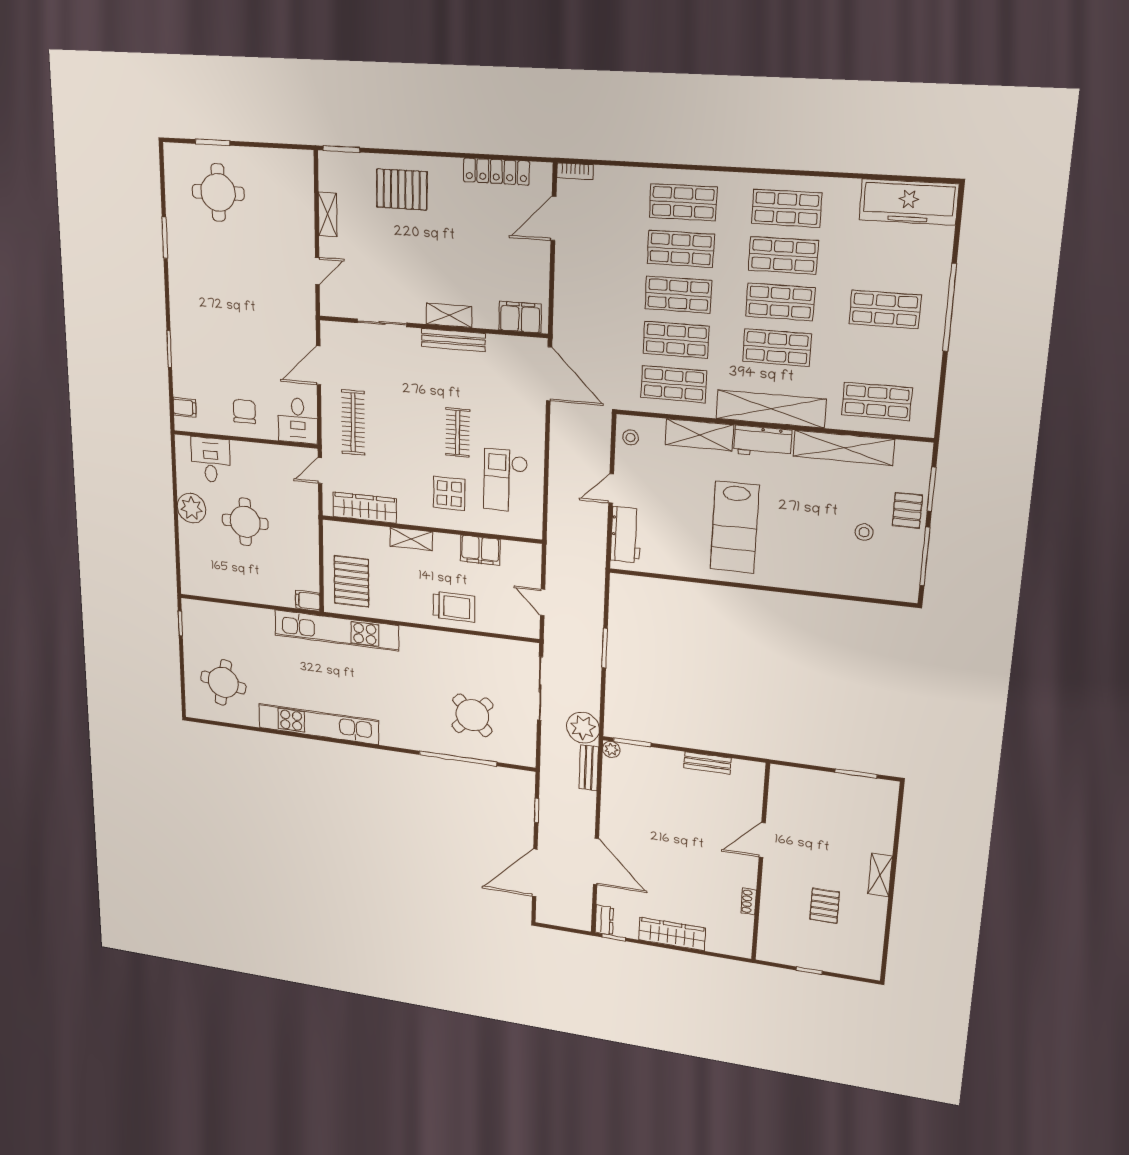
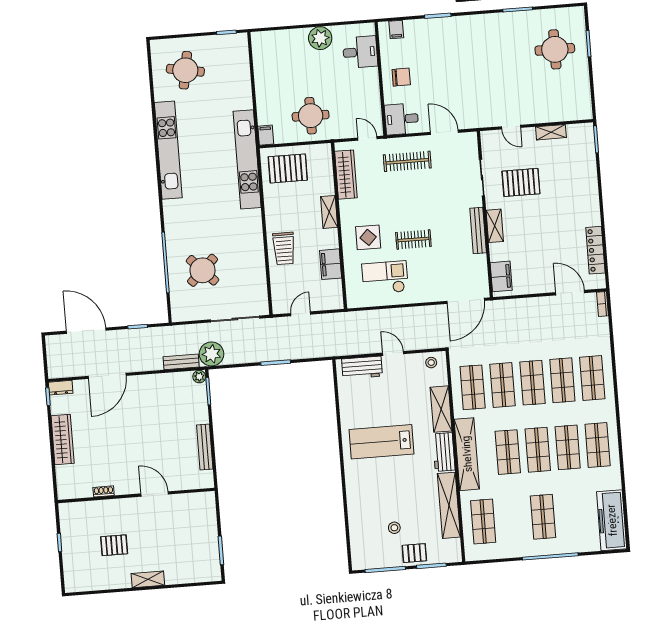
pallet: (402, 189) -> (521, 182), moved, turned 90
round table: (245, 522) -> (311, 116), moved
bench: (707, 763) -> (205, 447), width x1.36

